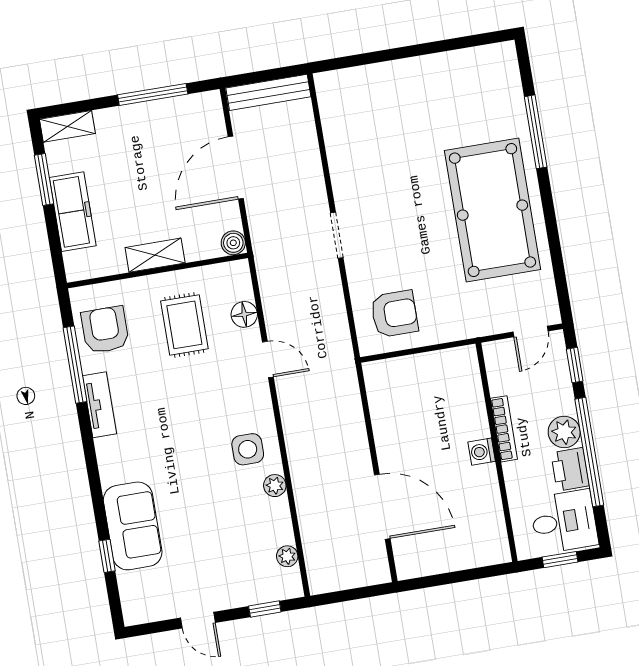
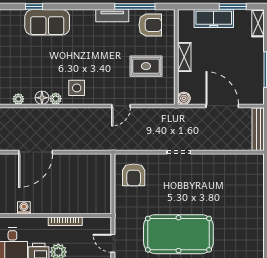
floor lamp: (244, 314) -> (42, 98), moved
washing machine: (482, 452) -> (24, 208), moved

